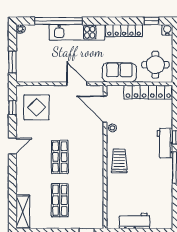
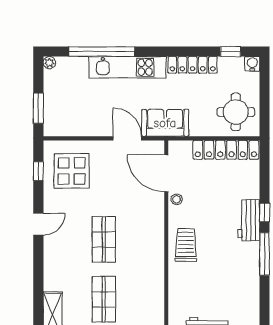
sofa: (119, 73) -> (165, 123), moved

